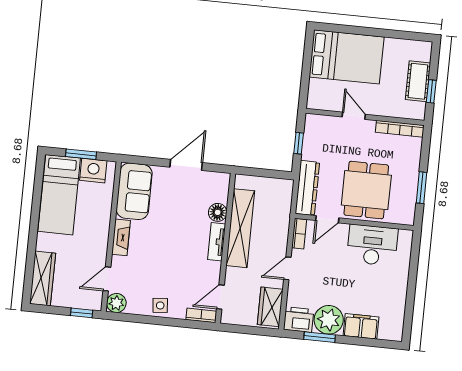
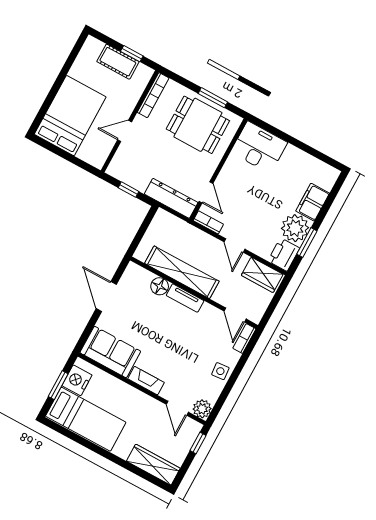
dining table: (366, 190) -> (198, 125), moved
desk: (372, 245) -> (259, 147), moved, turned 90

